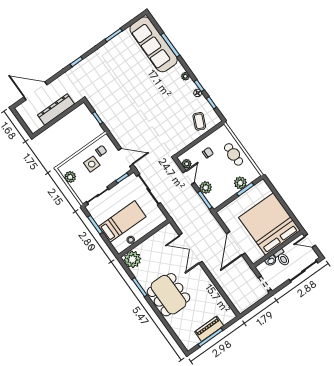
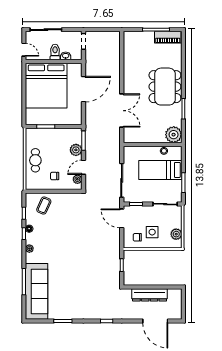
plant: (240, 183) -> (46, 134), removed
piano: (209, 329) -> (168, 37), moved

